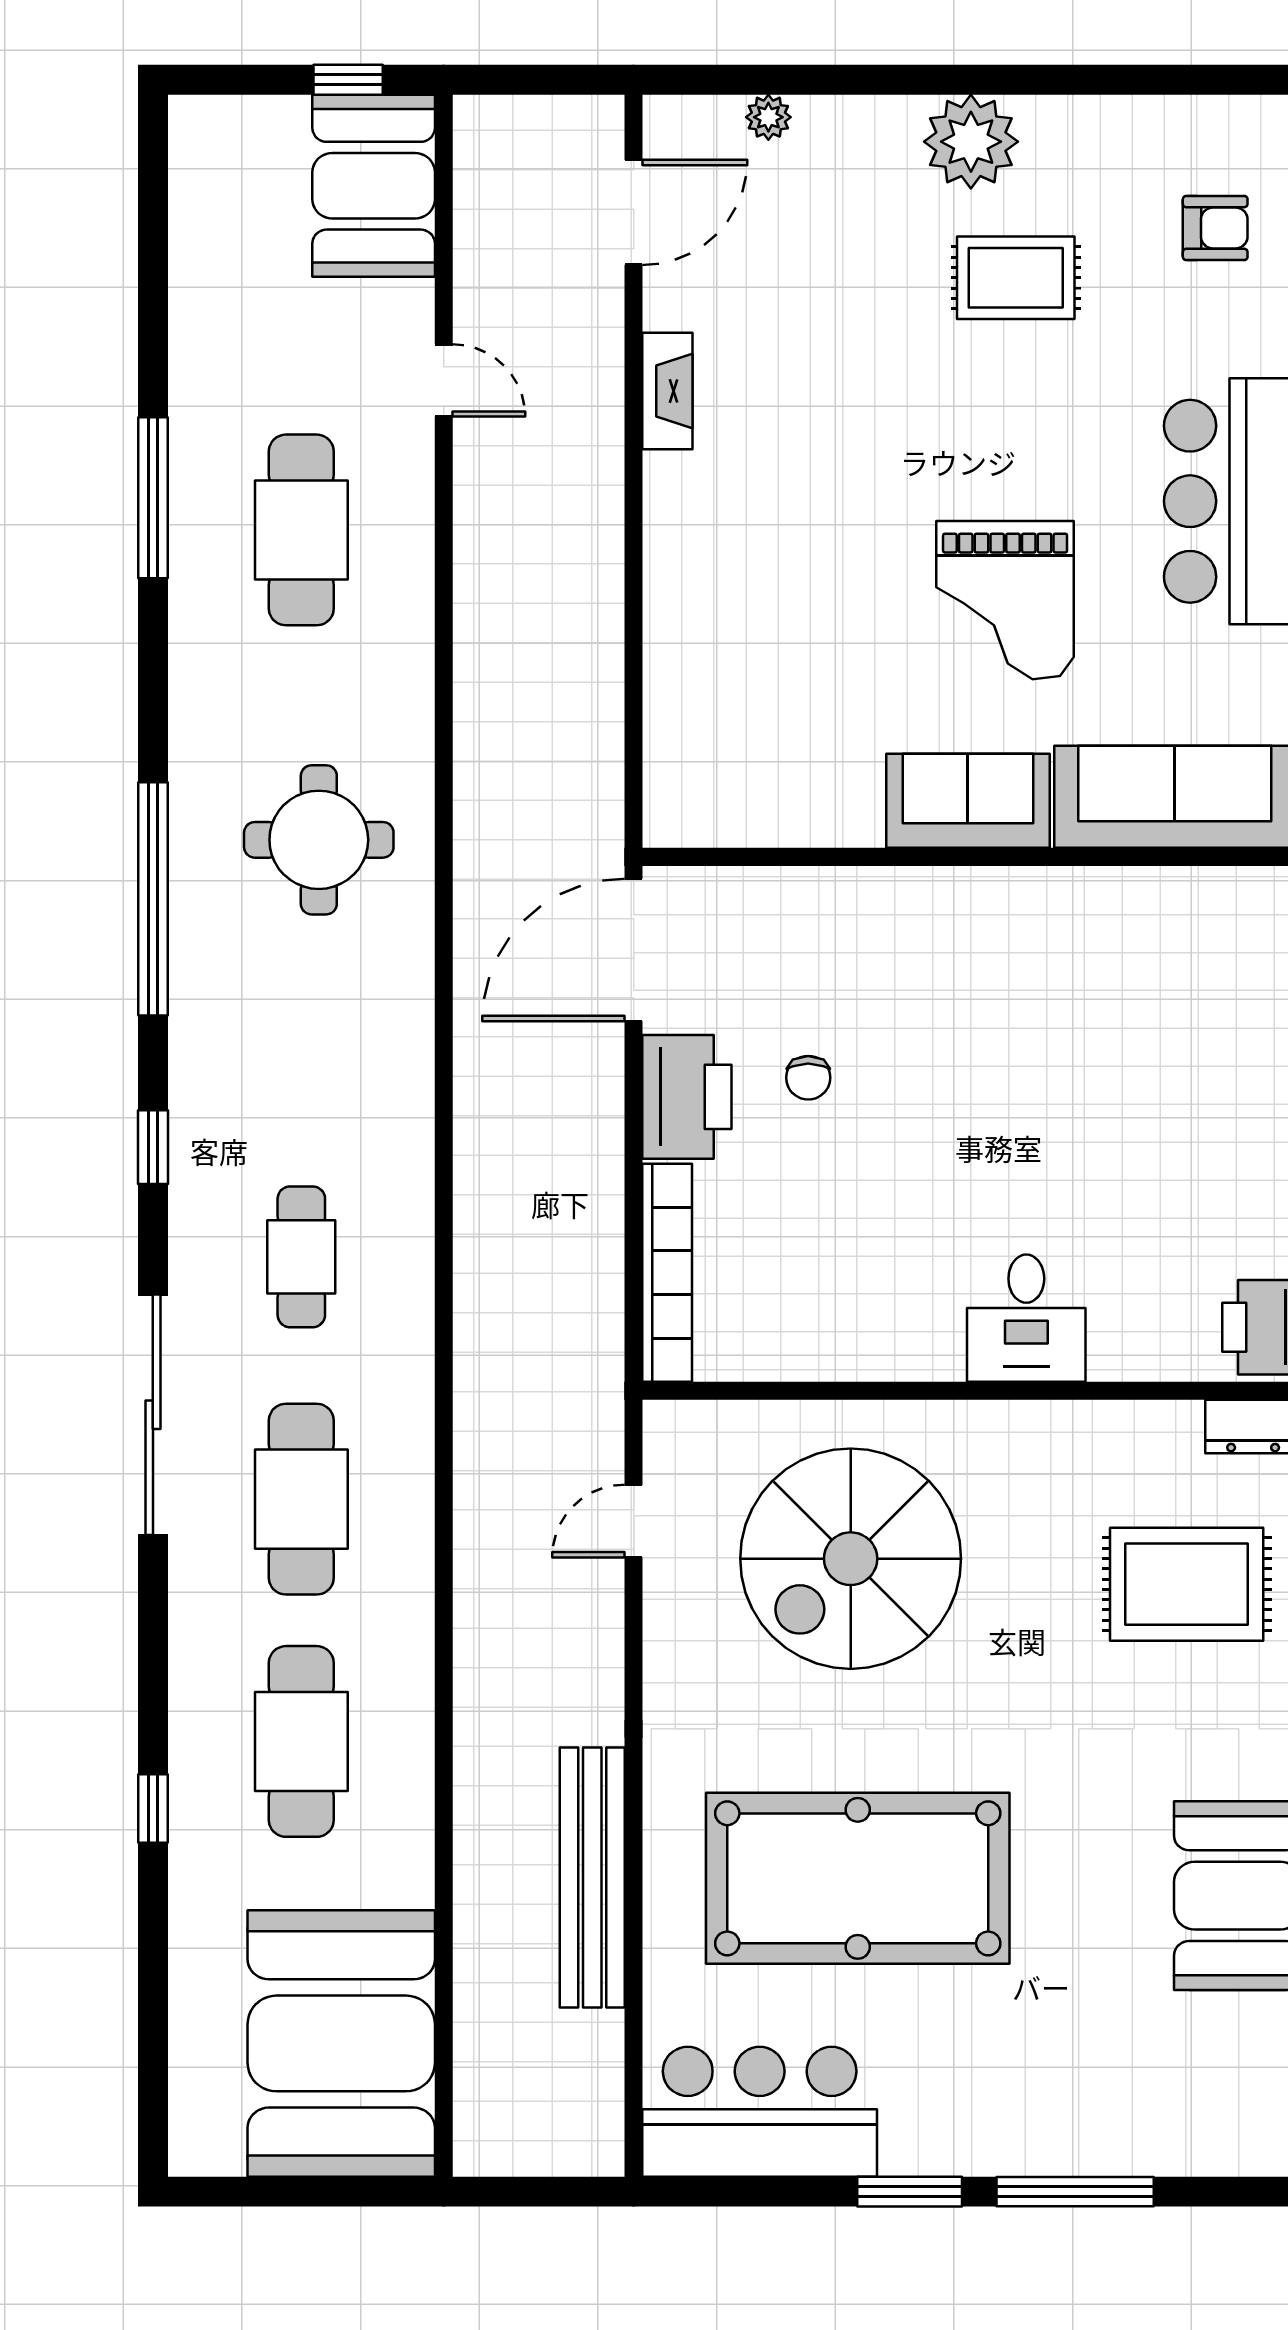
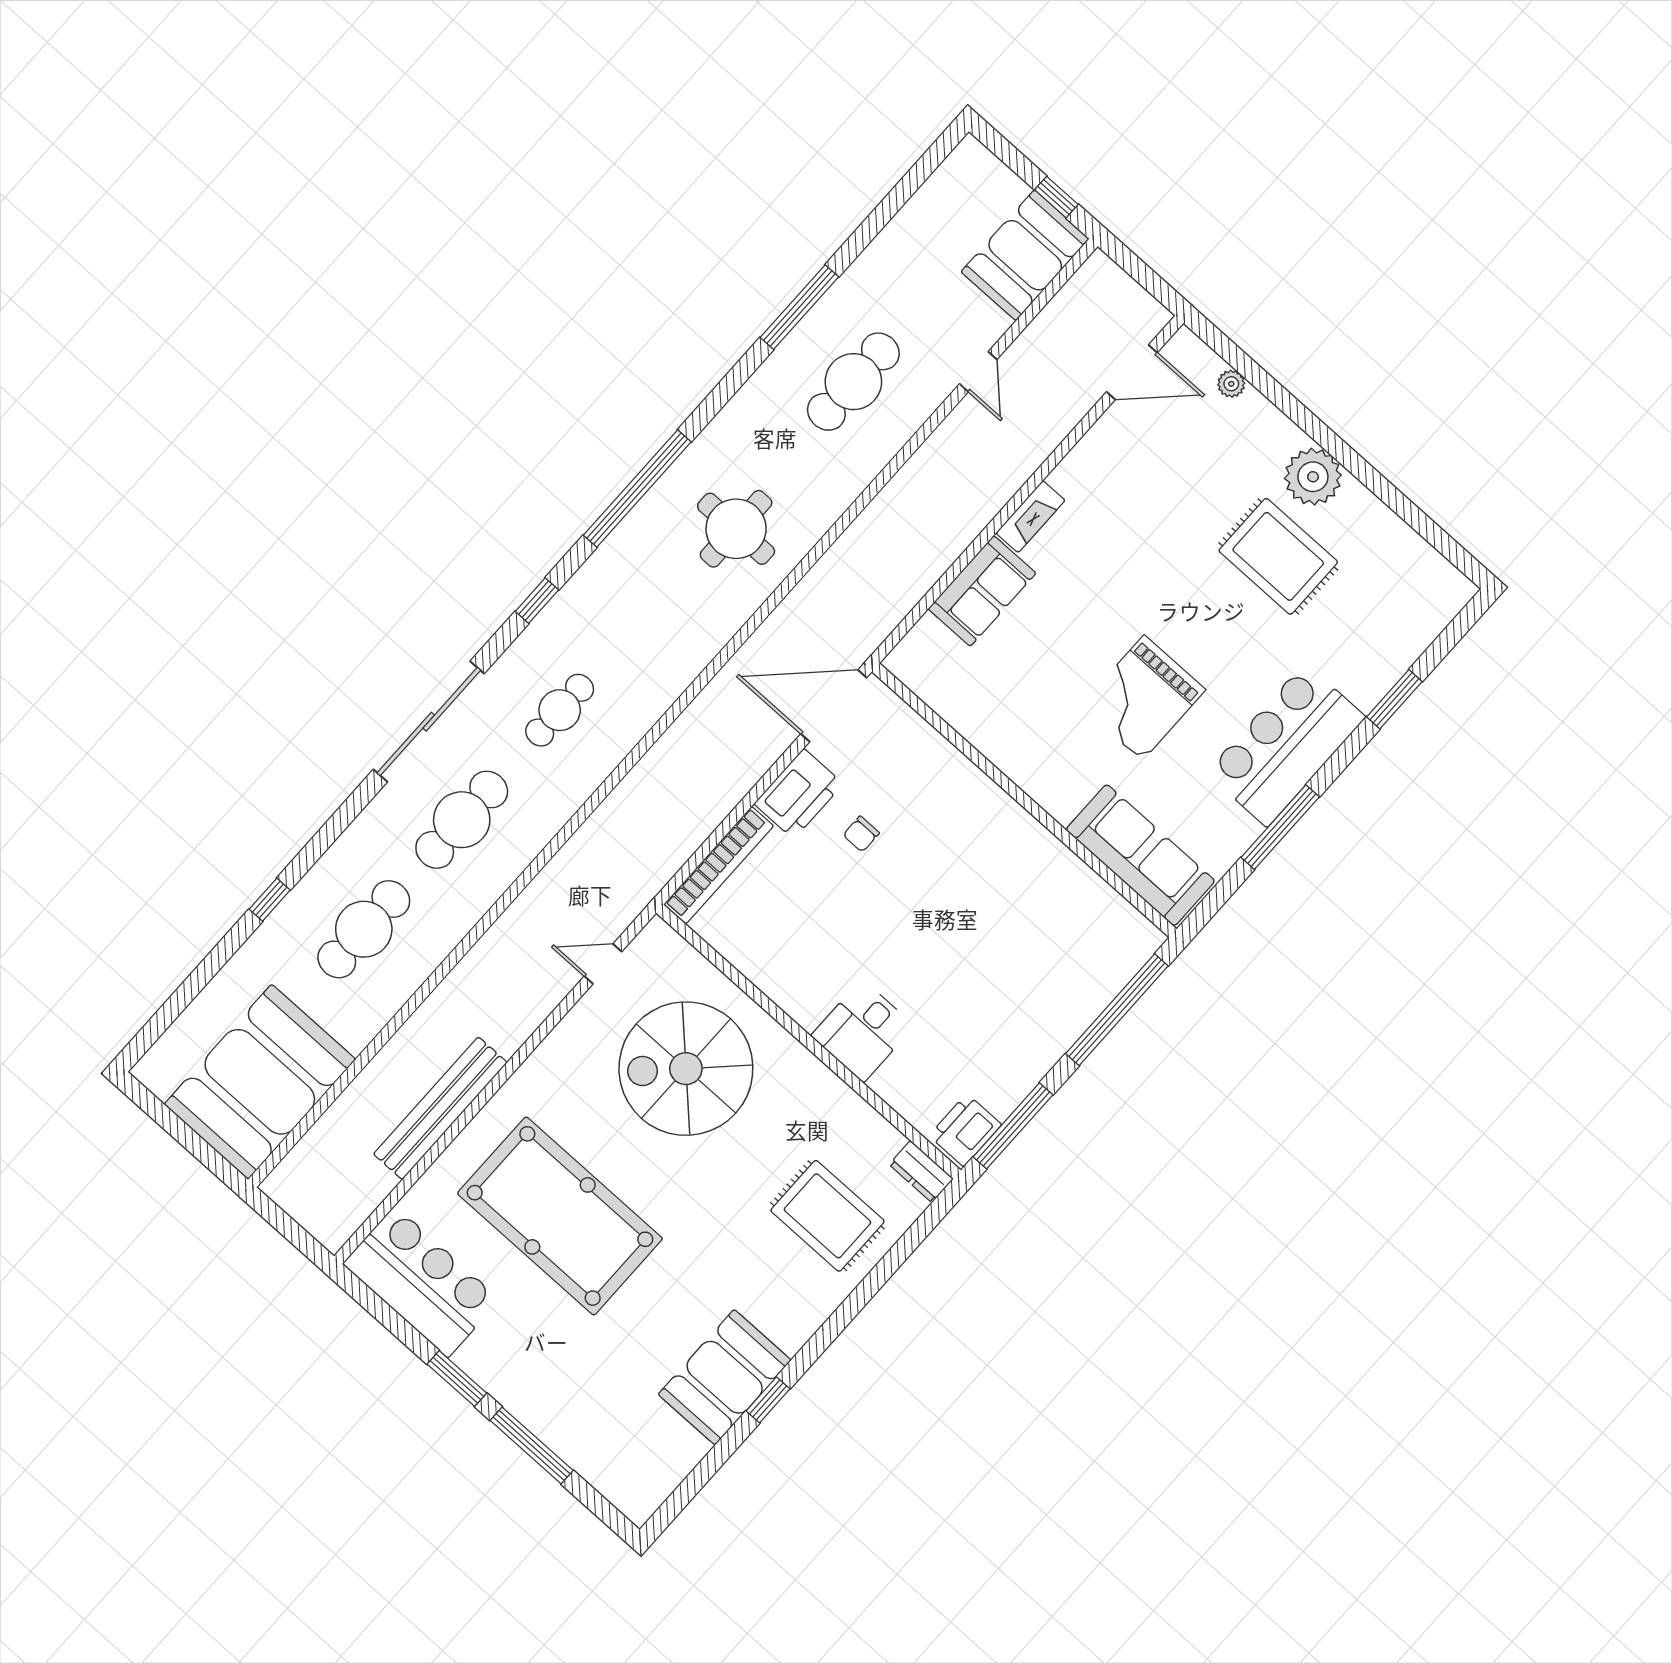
armchair: (1215, 228) -> (1388, 614), removed
rug: (1016, 278) -> (1278, 556), width x1.36, depth x1.43
fireplace: (667, 391) -> (1030, 517), moved
sofa: (968, 801) -> (982, 591), moved, turned 90

